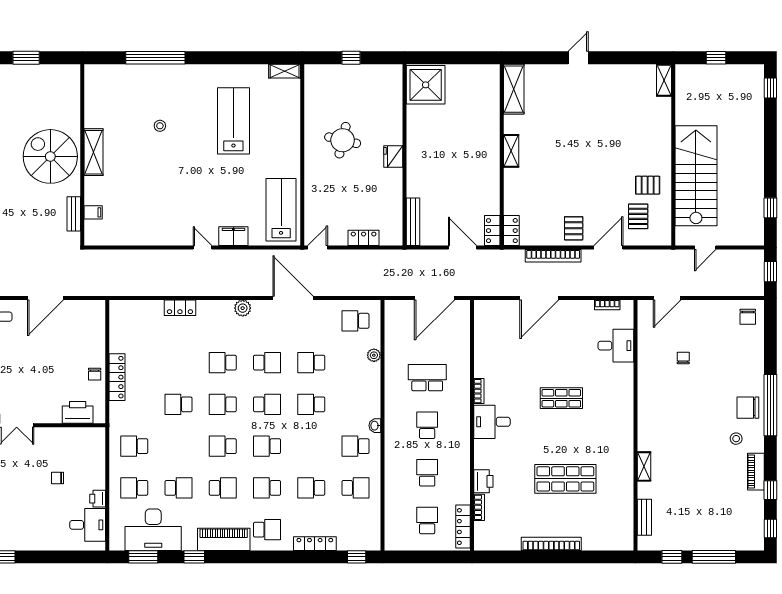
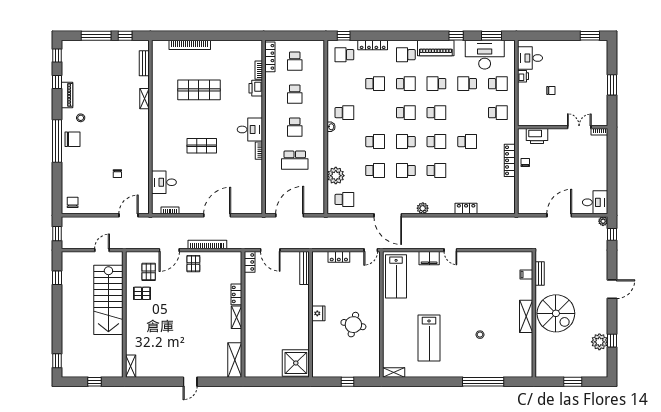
locker: (511, 231) -> (236, 294), moved
plant: (374, 355) -> (336, 176), width x1.88, depth x1.88
school desk: (355, 488) -> (344, 55), moved
bookcase: (551, 544) -> (190, 45), moved

